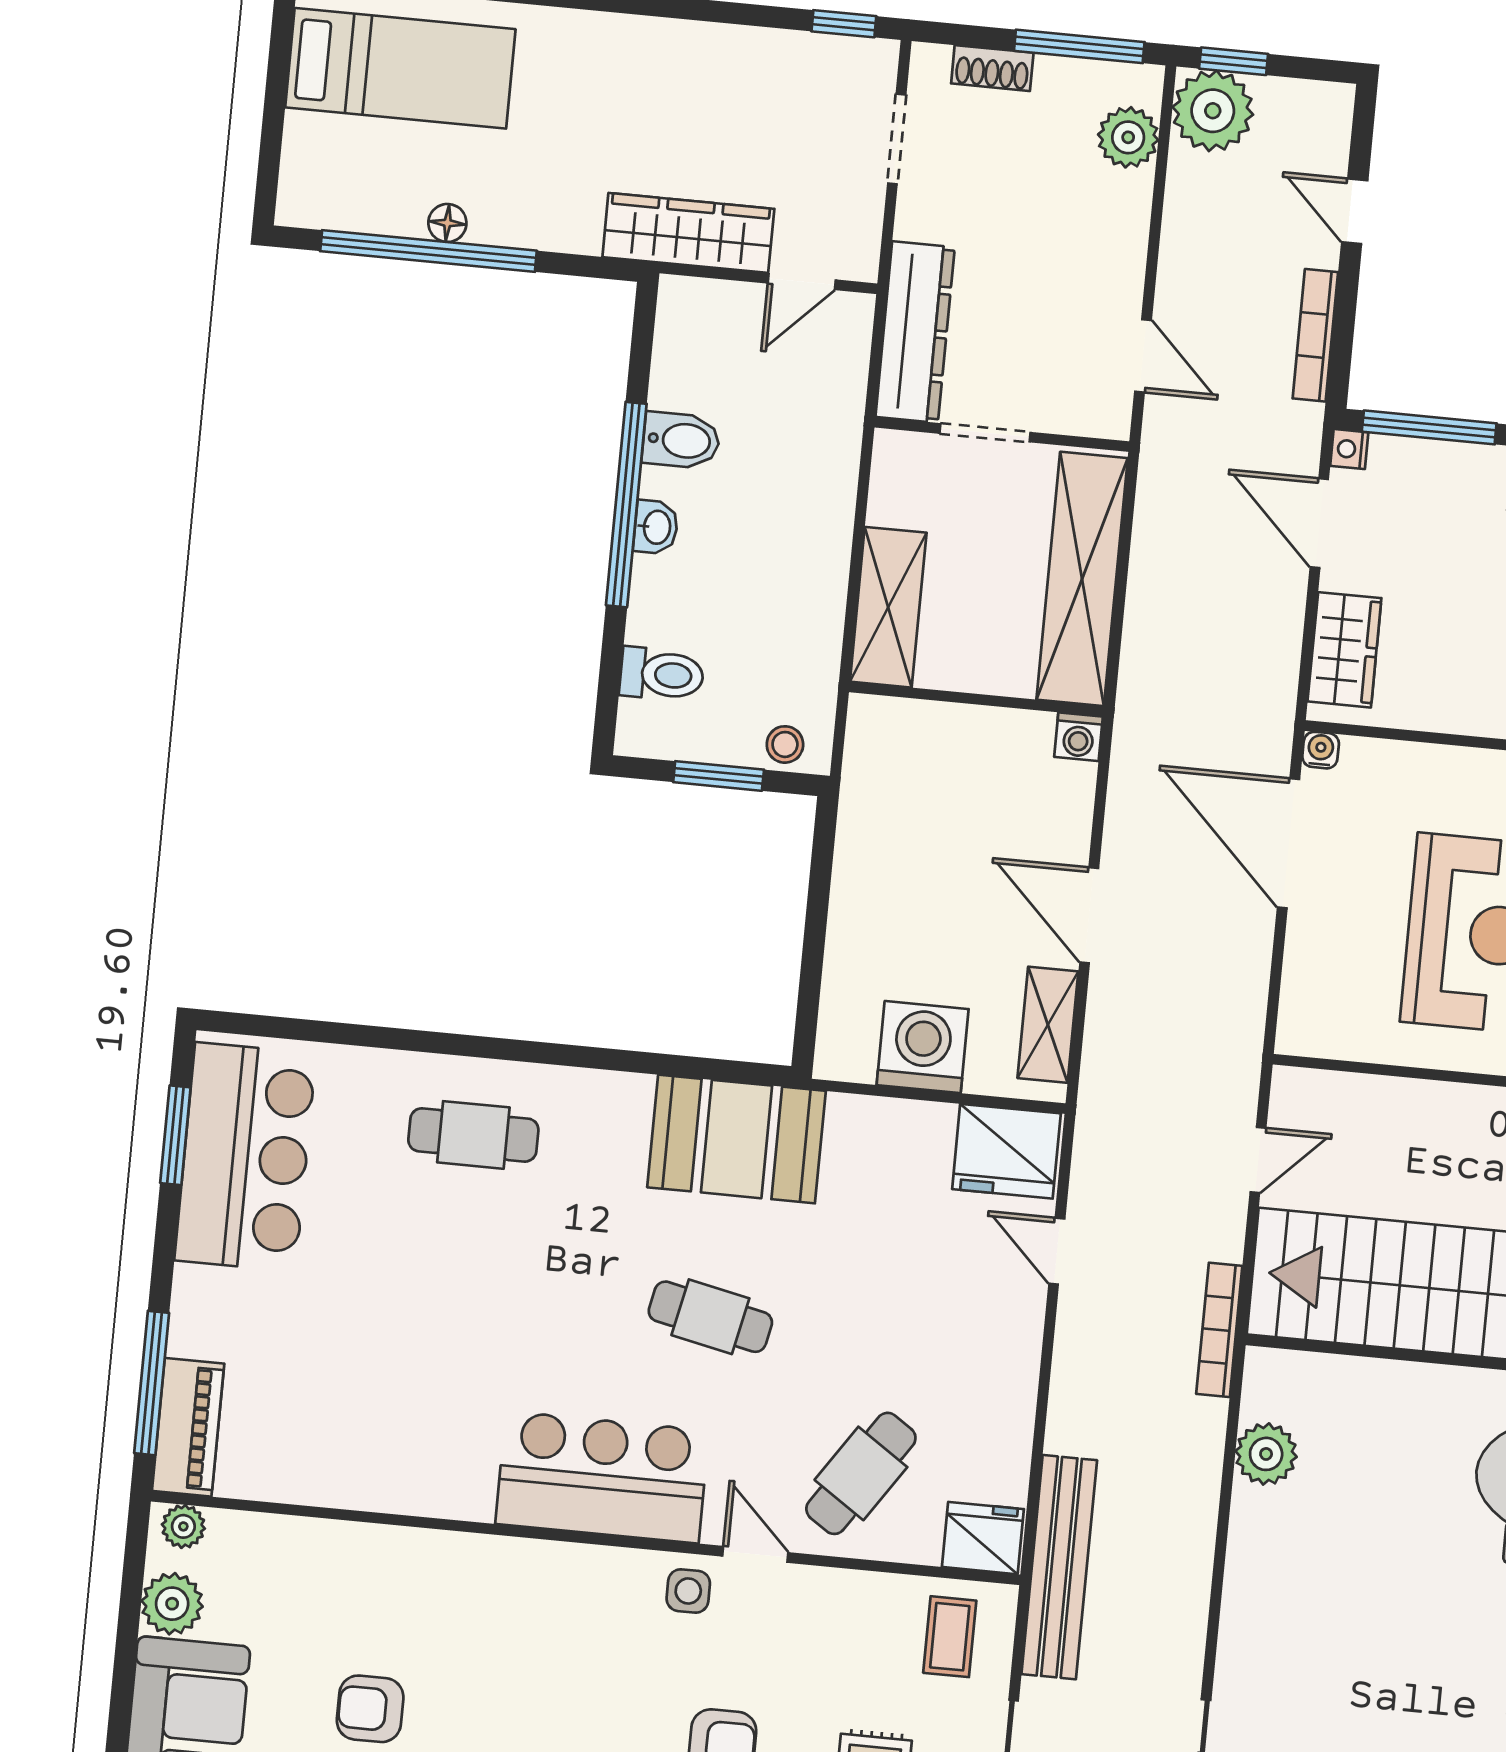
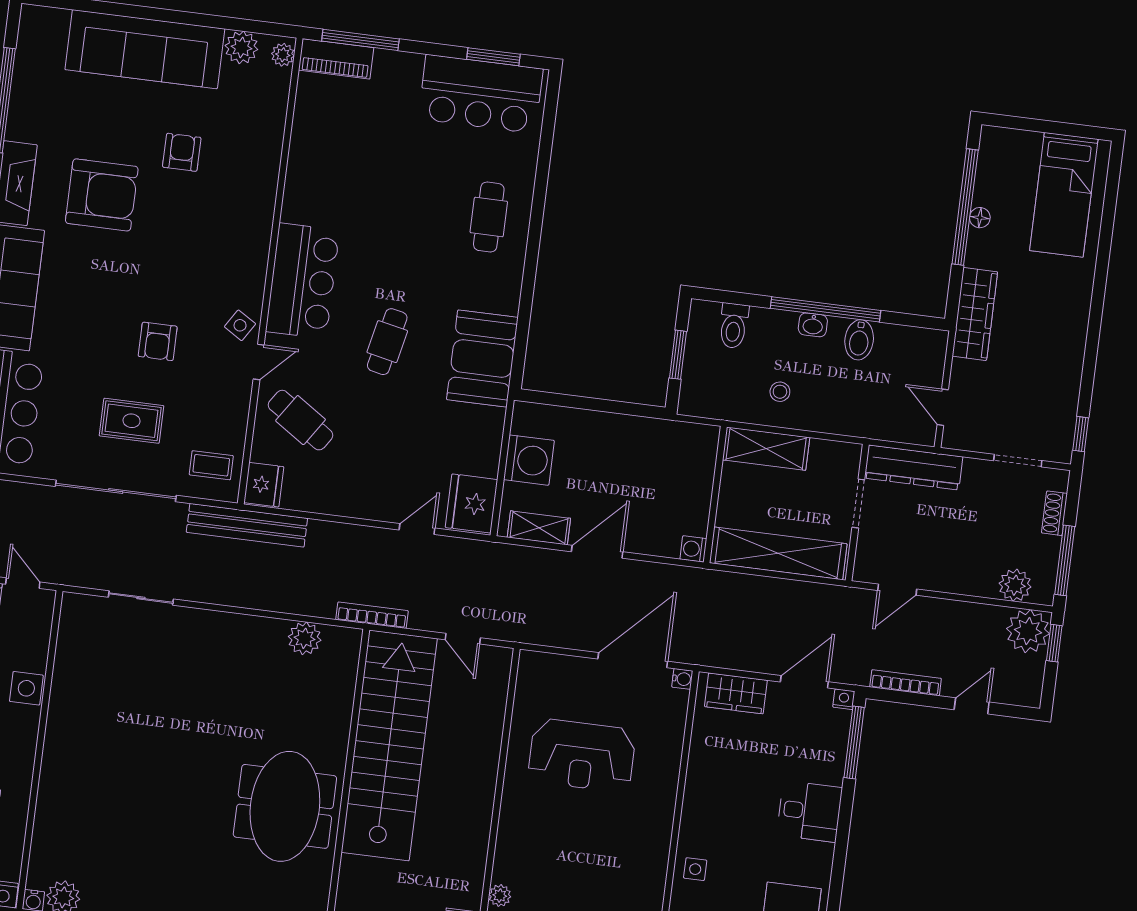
wardrobe: (688, 233) -> (975, 314), moved
stool: (785, 744) -> (780, 392), moved
side table: (688, 1591) -> (240, 325), turned 32

